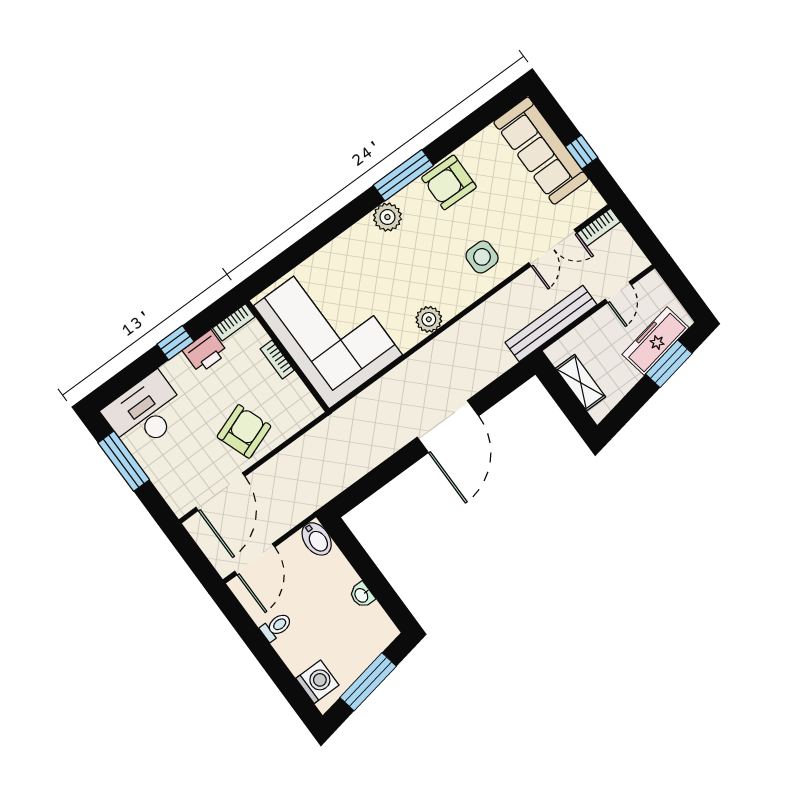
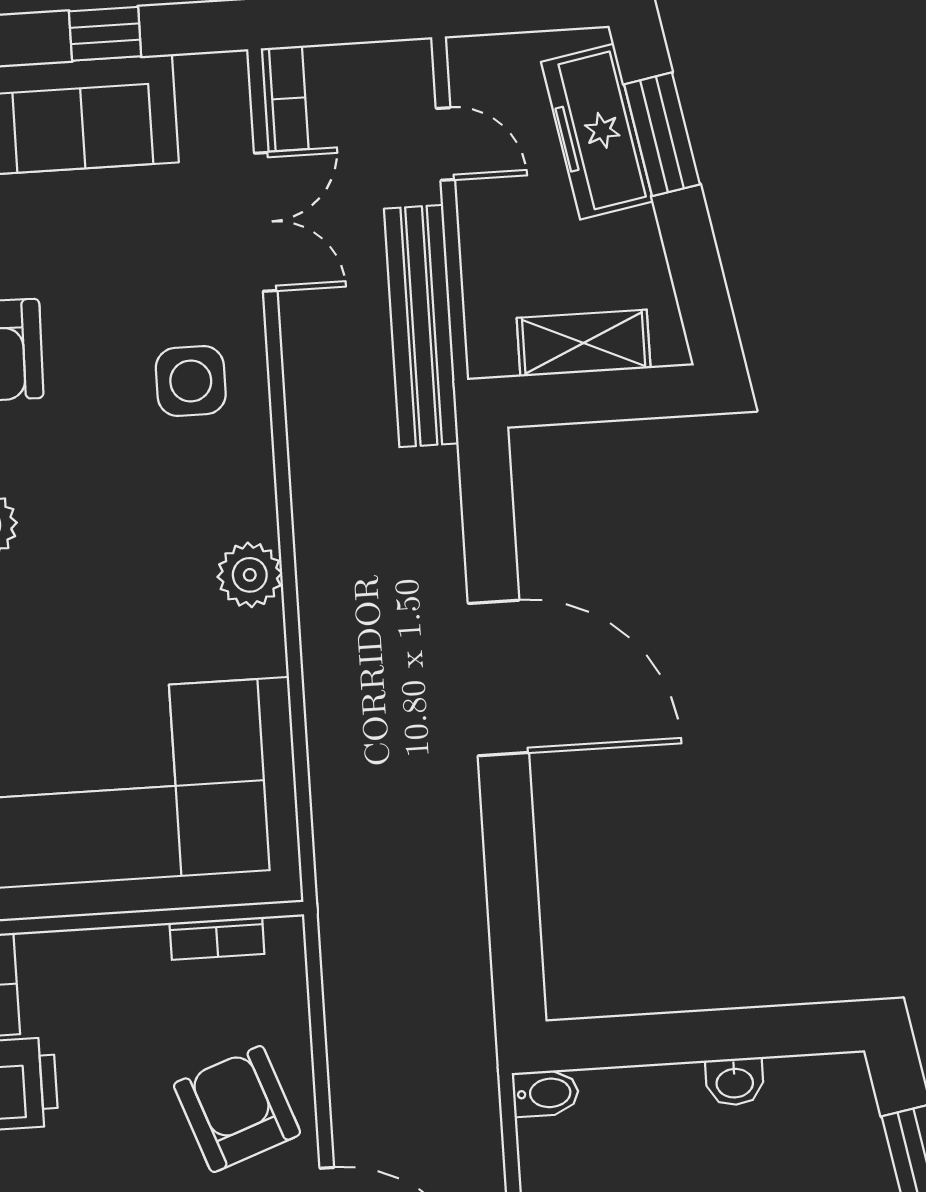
bookcase: (277, 359) -> (217, 938), moved
bidet: (317, 539) -> (546, 1093), width x0.72, depth x0.74

